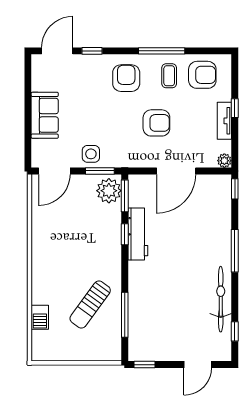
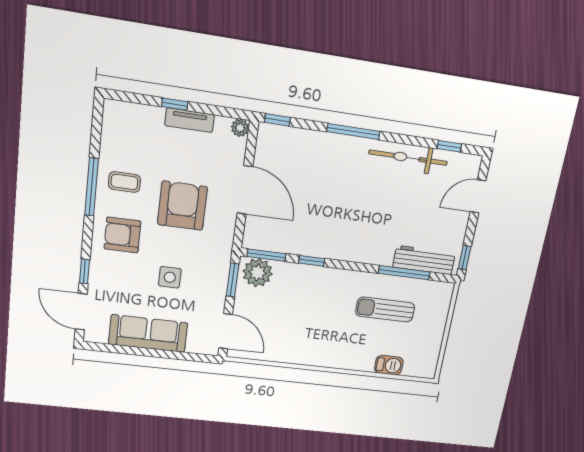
armchair: (202, 75) -> (127, 140), removed
sofa: (45, 115) -> (148, 334), width x1.36
armchair: (156, 123) -> (182, 206), width x1.36, depth x1.36
side table: (91, 154) -> (170, 277), moved
workbench: (138, 234) -> (424, 260), moved
sun lounger: (90, 304) -> (385, 309), turned 144
door: (198, 365) -> (478, 196), swing flipped

